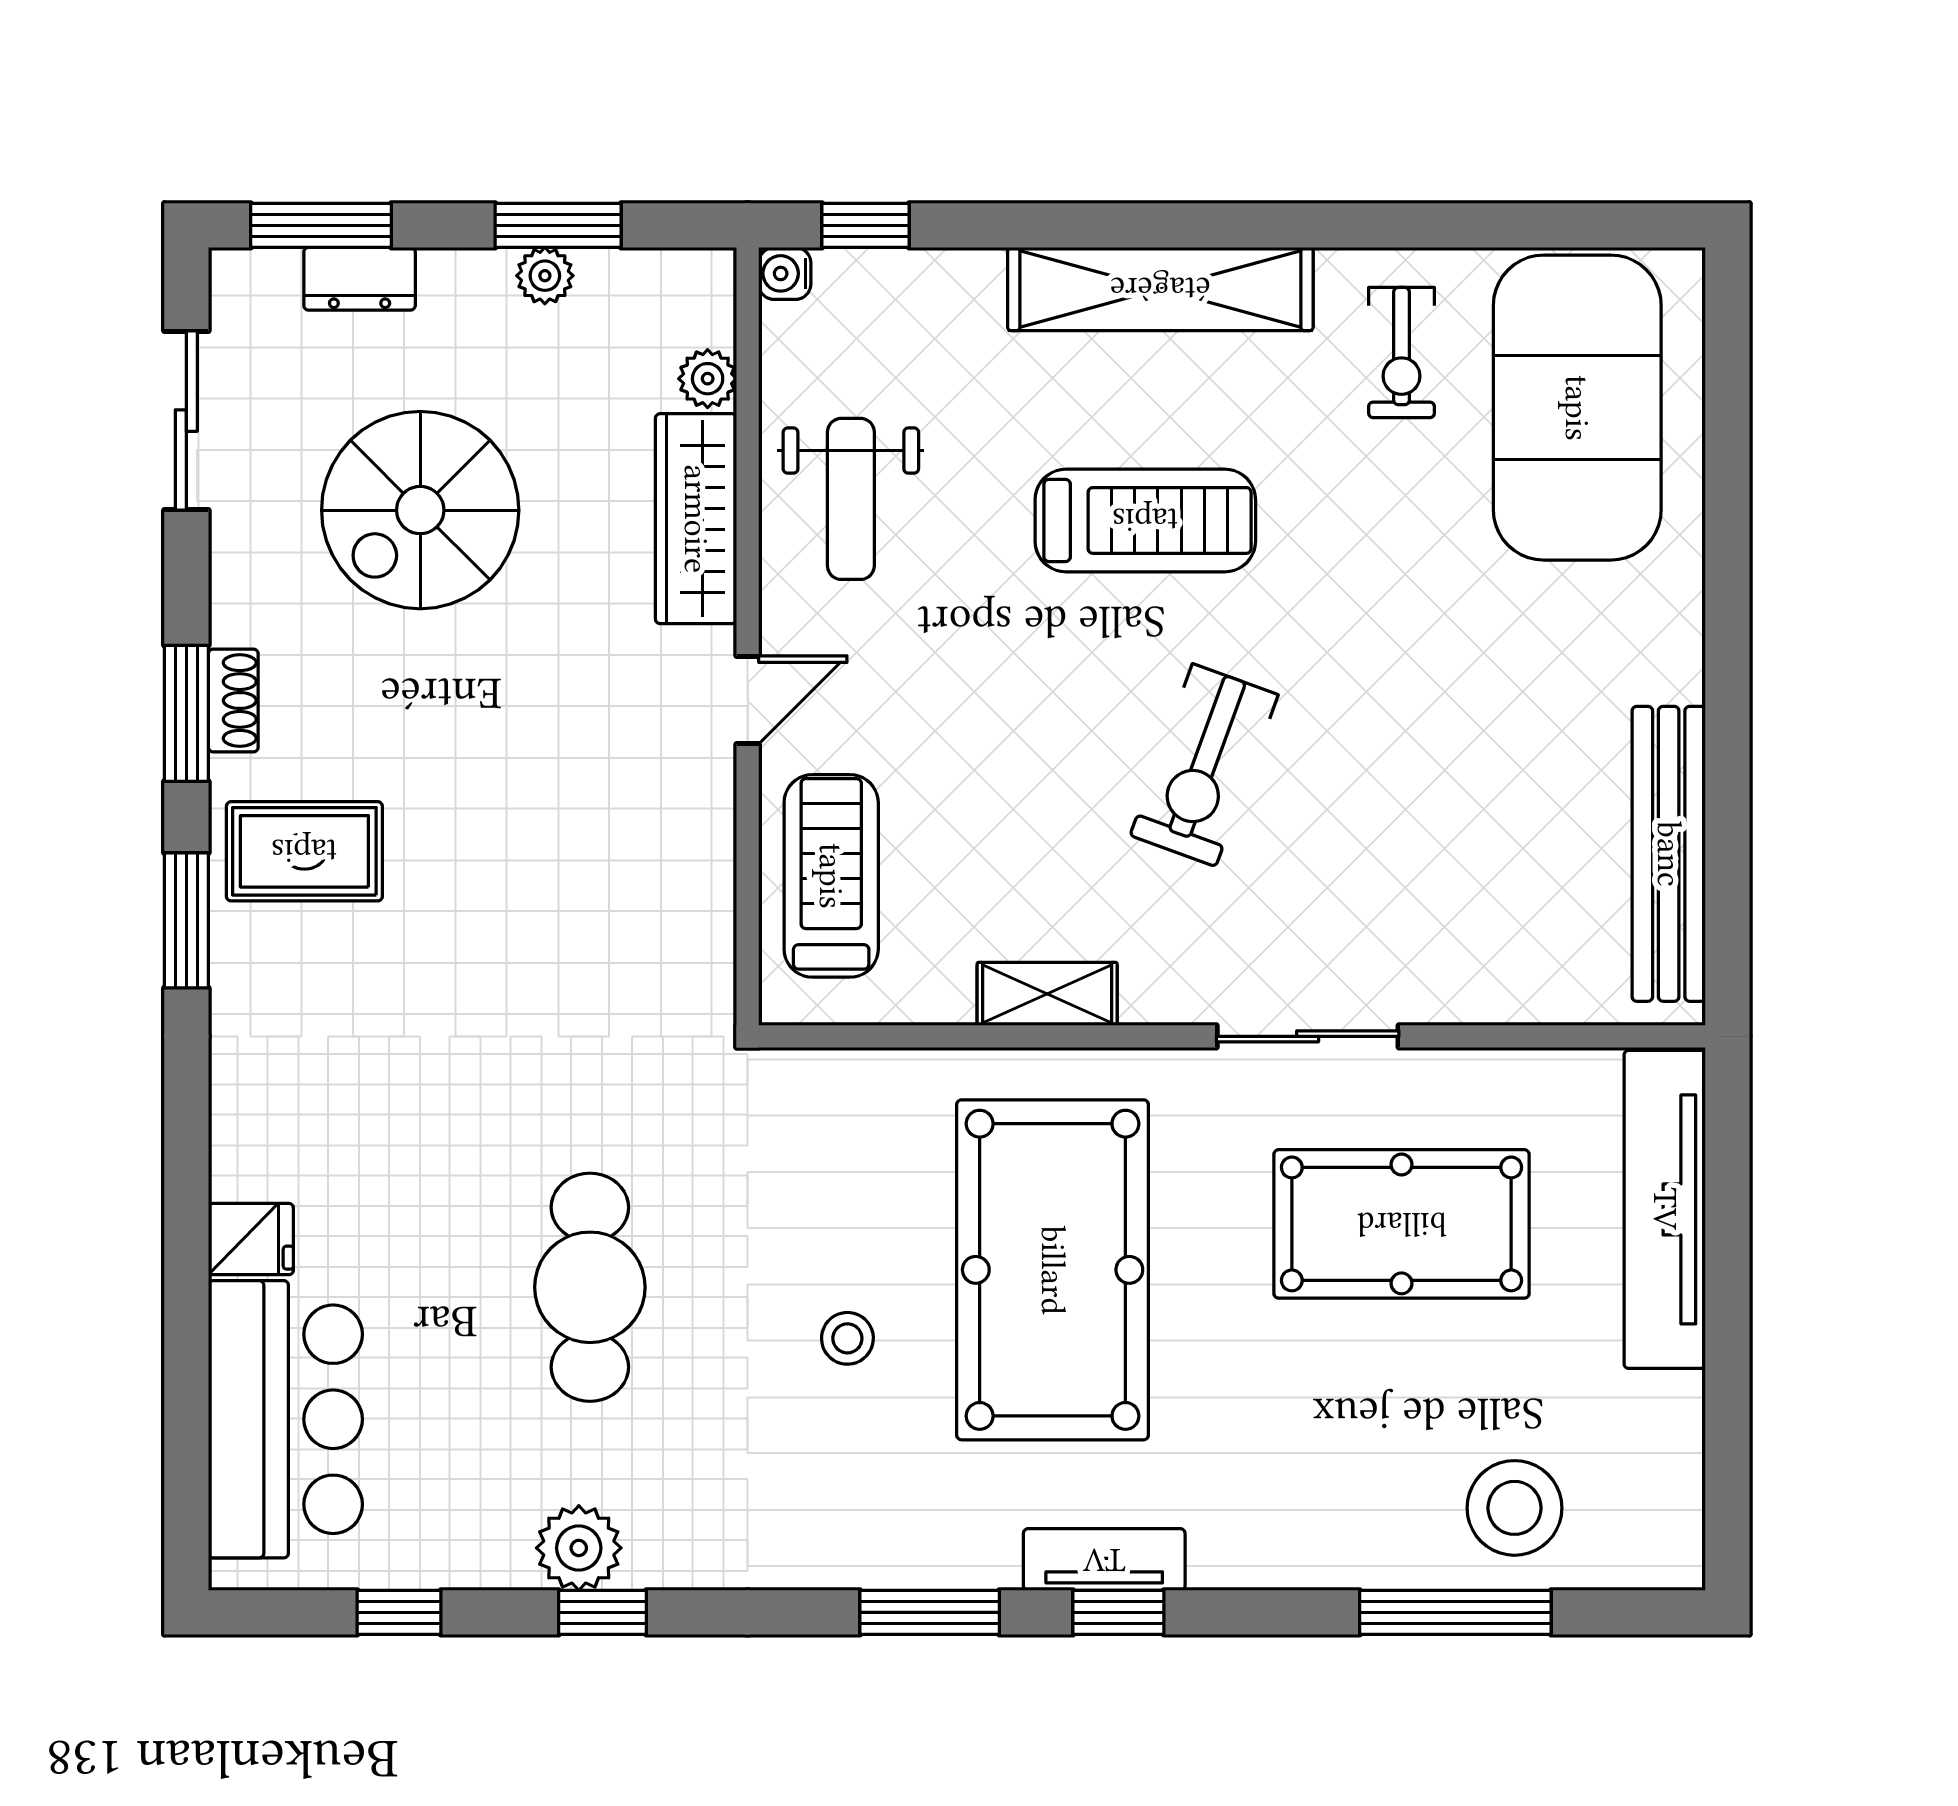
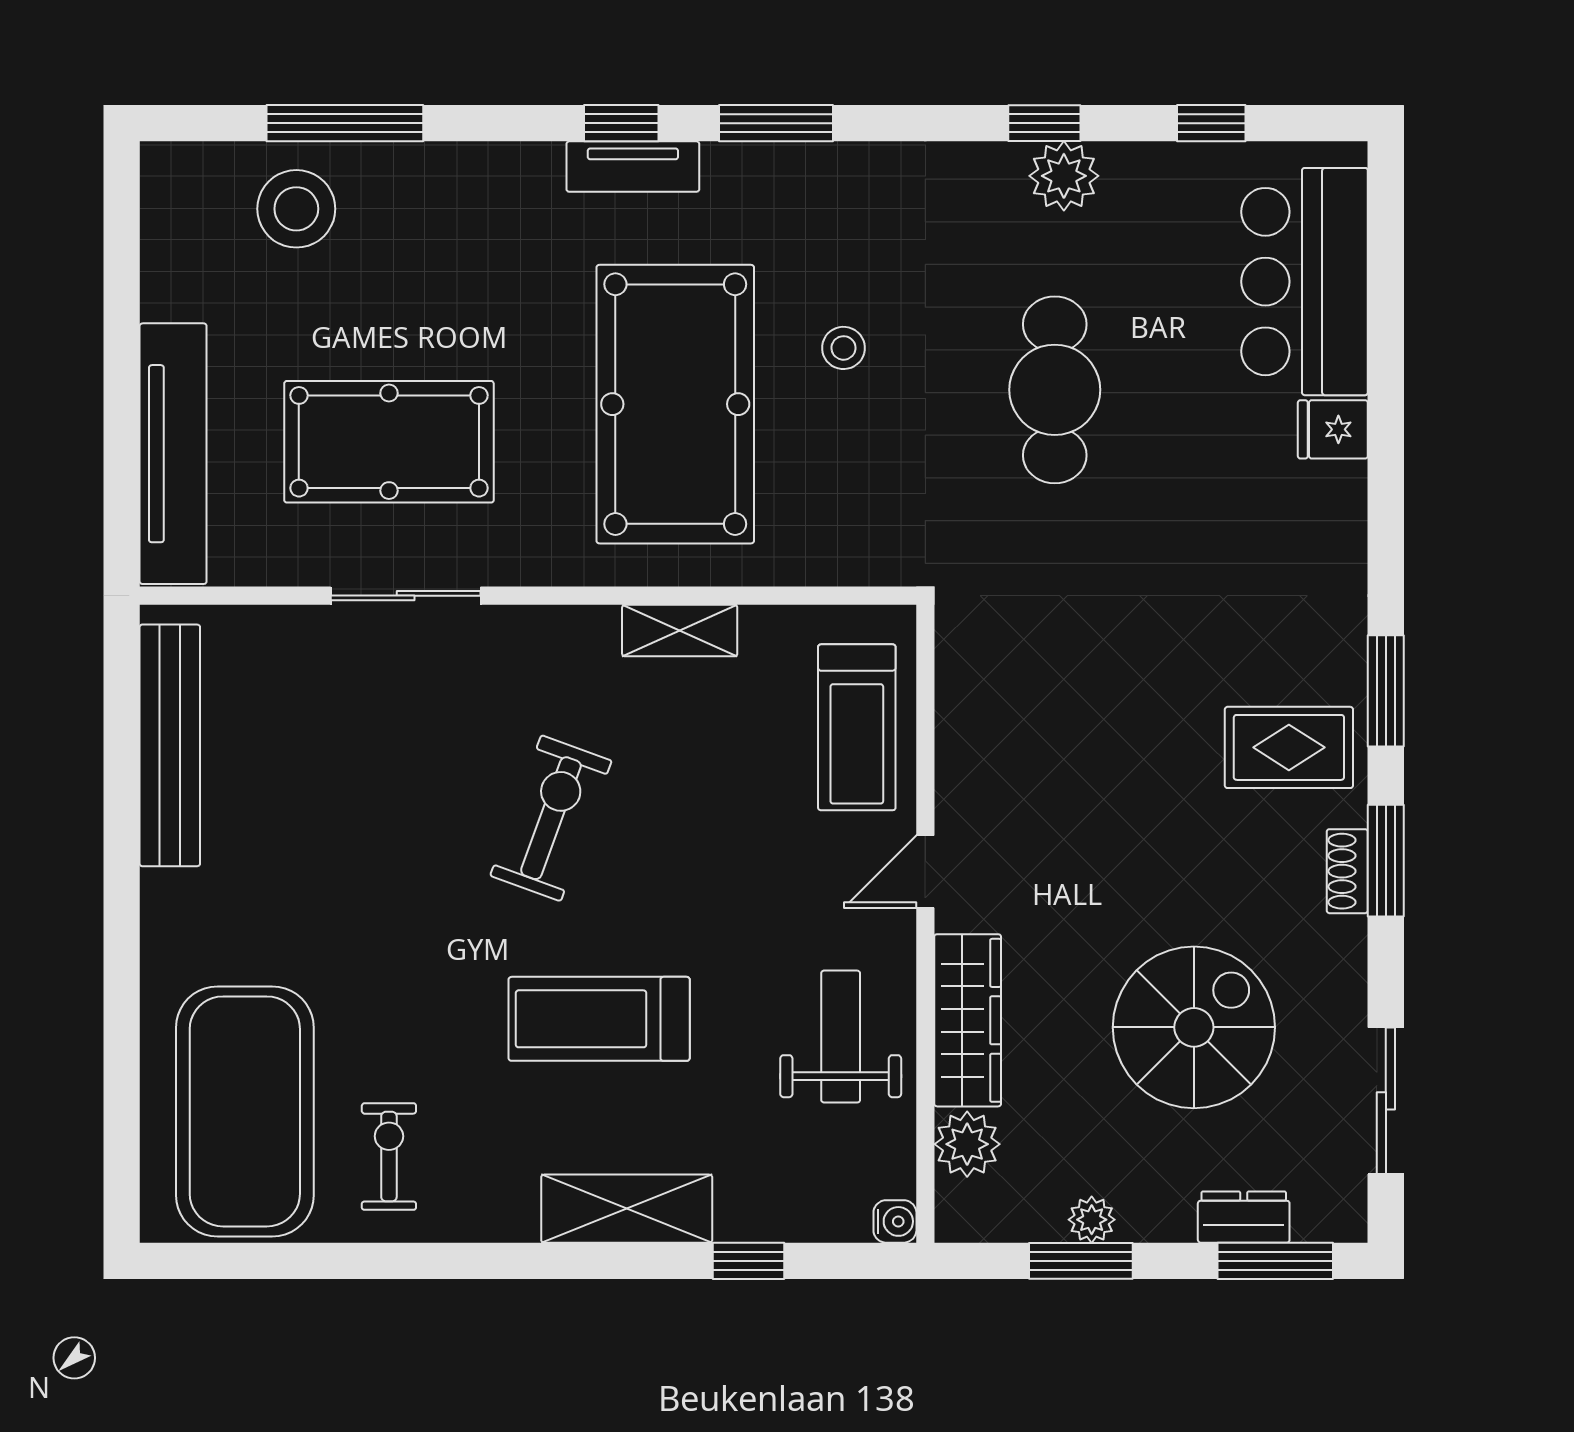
window: (866, 225) -> (748, 1261), moved
shelving: (1160, 289) -> (627, 1209), width x0.68
plant: (708, 379) -> (967, 1144), width x1.38, depth x1.38
sliding door: (1308, 1036) -> (406, 596), moved

